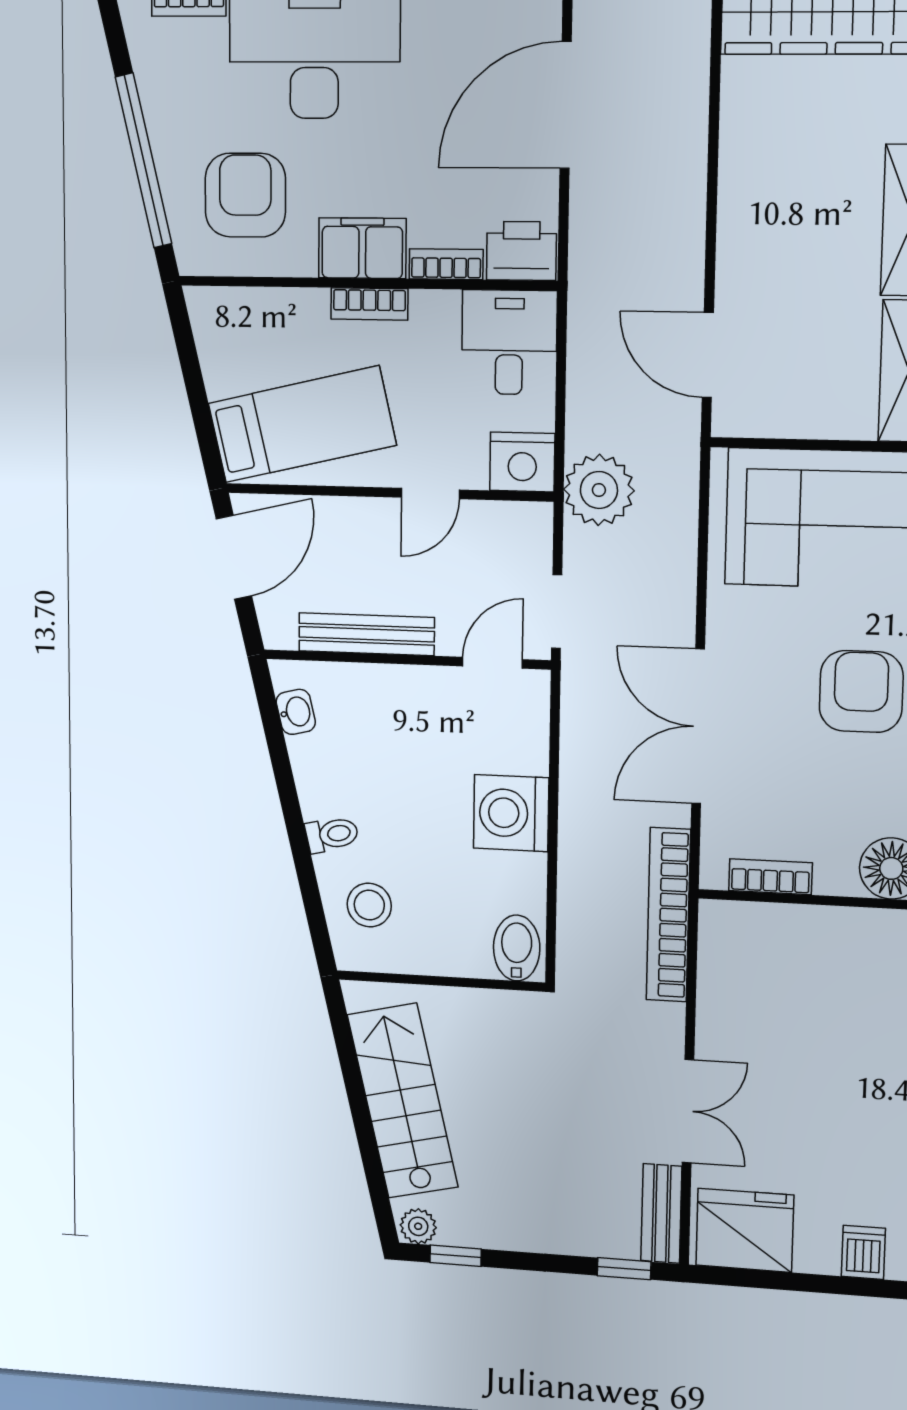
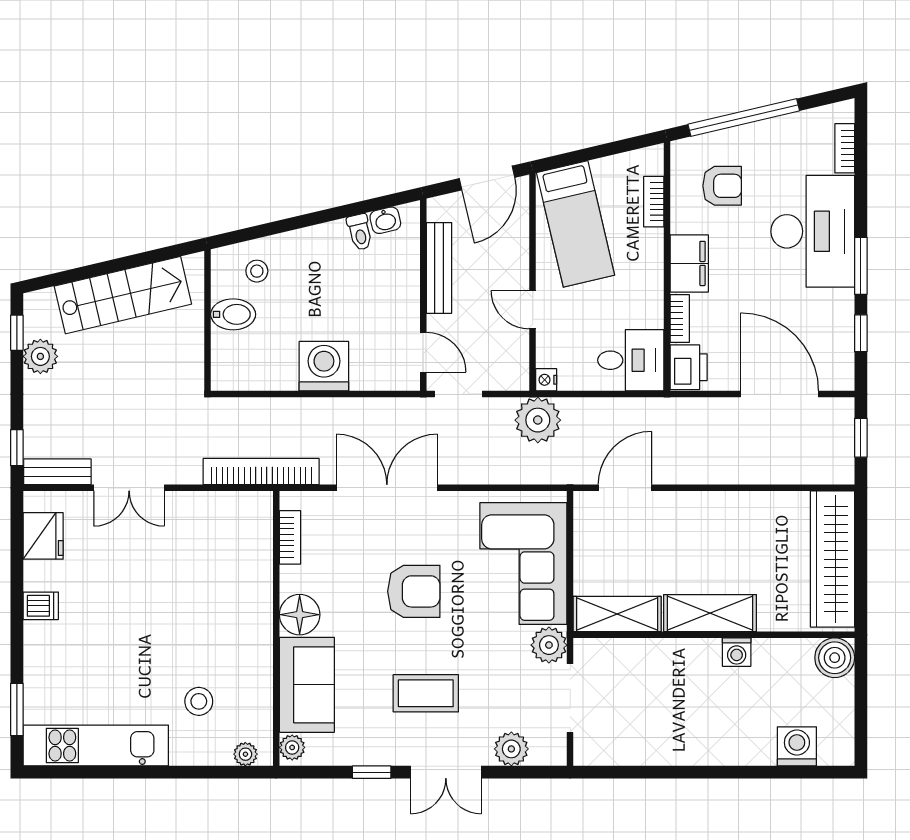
armchair: (245, 195) -> (722, 186), width x0.72, depth x0.72
bookcase: (369, 304) -> (654, 202), moved
nightstand: (522, 462) -> (546, 380), width x0.53, depth x0.56
door: (234, 557) -> (487, 178), hinge flipped
toilet: (332, 834) -> (360, 232), moved
stool: (369, 905) -> (257, 271), width x0.73, depth x0.73
bidet: (517, 948) -> (233, 314), moved
plant: (418, 1226) -> (40, 356), moved, width x1.38, depth x1.38
fridge: (745, 1230) -> (43, 536), width x0.73, depth x0.75

